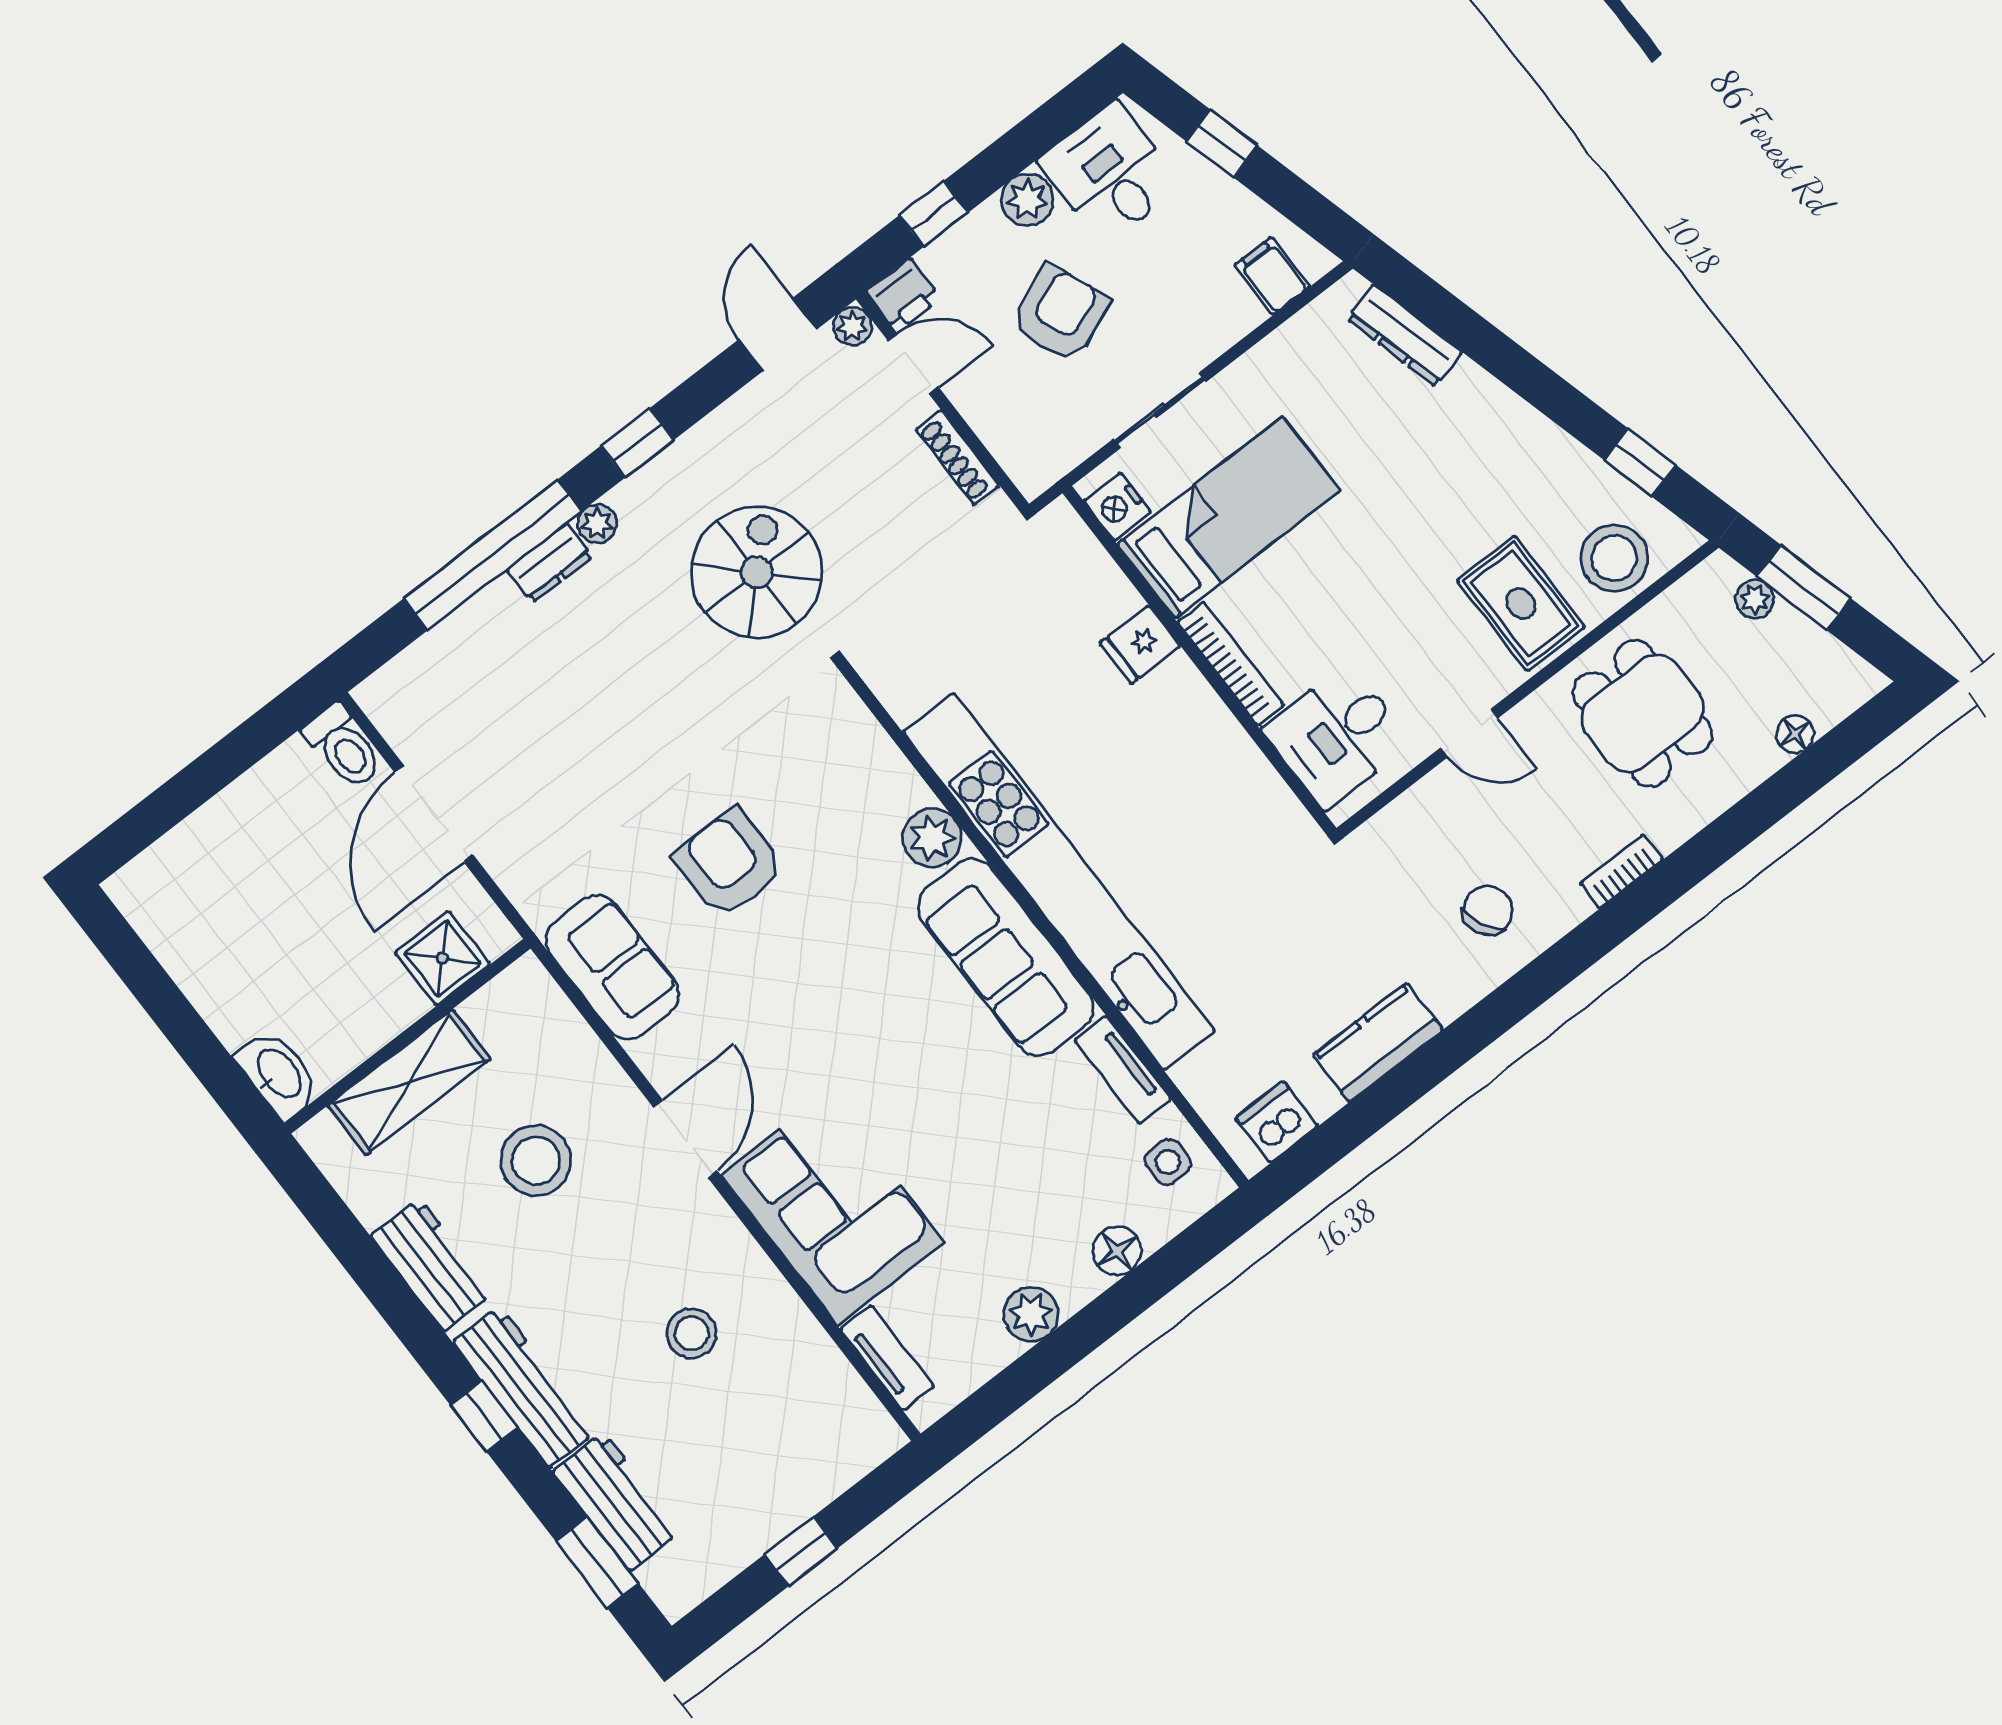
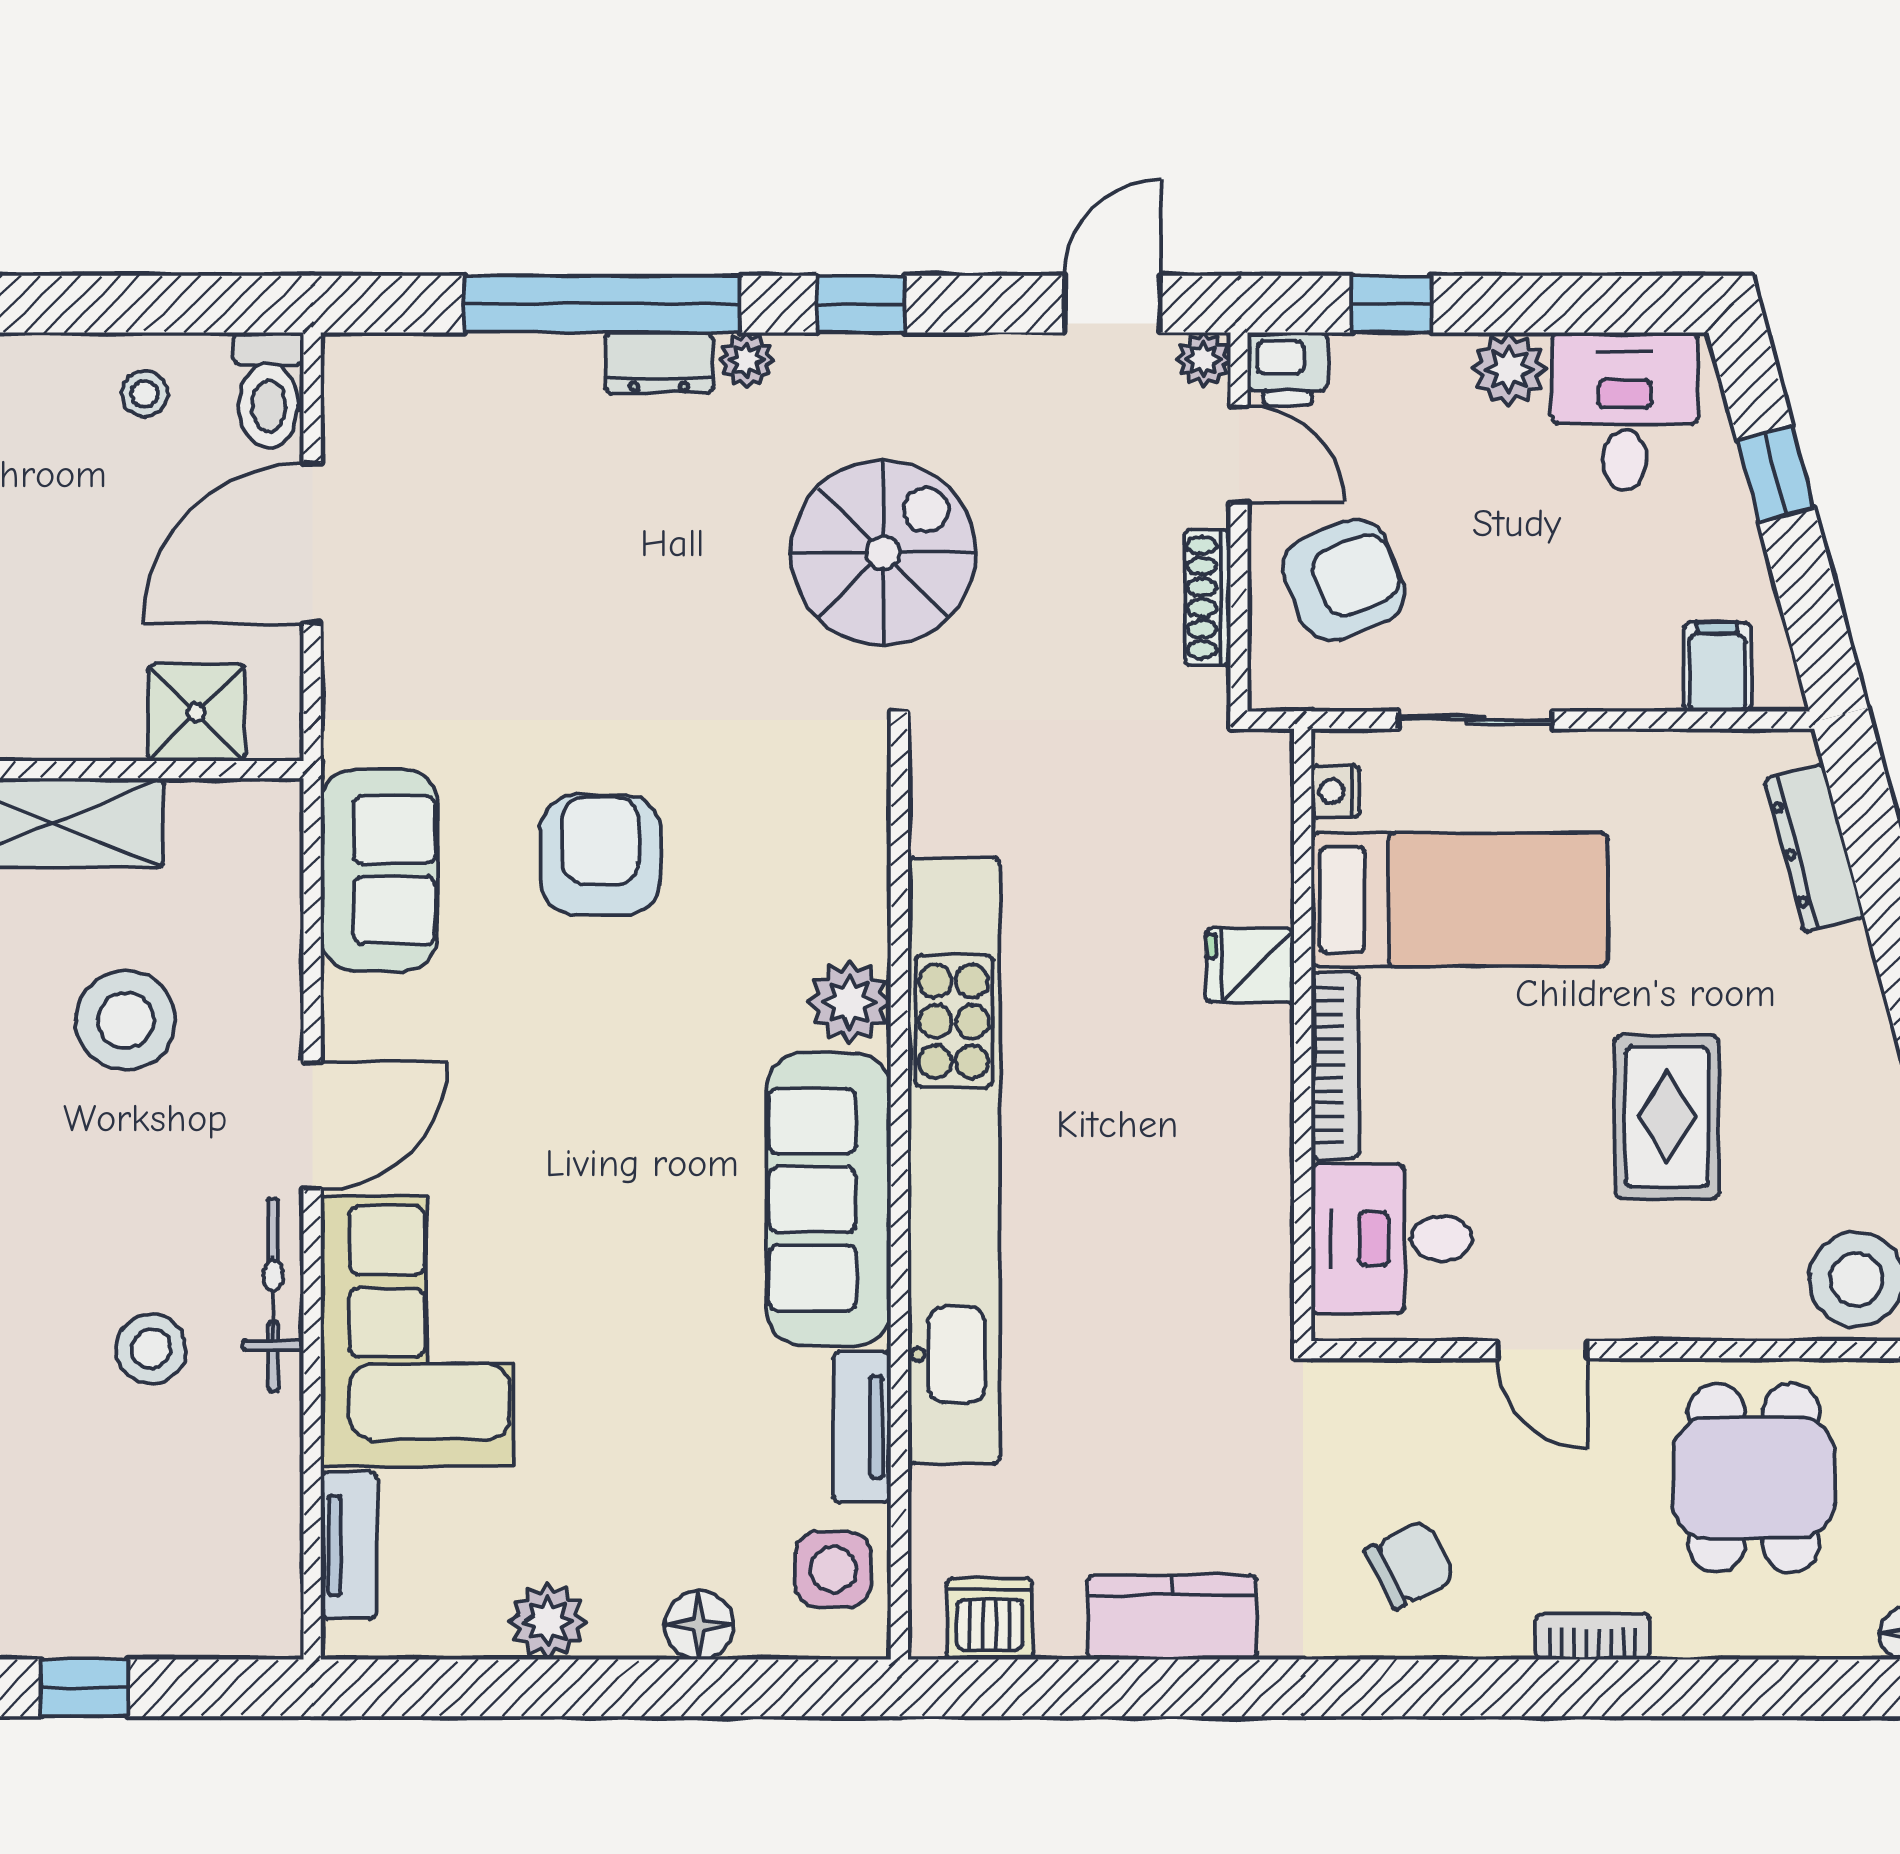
armchair: (1060, 313) -> (1344, 580), moved
nightstand: (1117, 507) -> (1336, 791), width x0.72, depth x0.74
rug: (1521, 604) -> (1667, 1117), moved
stool: (276, 803) -> (144, 394), added
side table: (1168, 1162) -> (833, 1569), width x1.37, depth x1.37
bicycle: (737, 1250) -> (273, 1295), added

